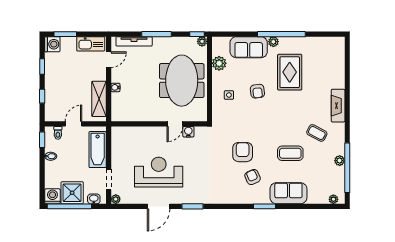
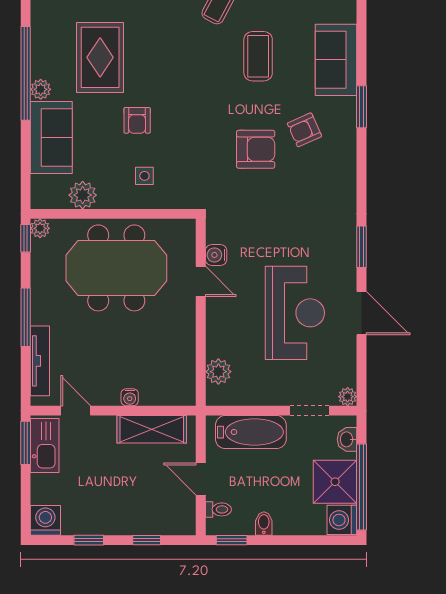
window: (65, 34) -> (26, 443), moved
rug: (290, 72) -> (100, 57), turned 90
armchair: (257, 91) -> (137, 120), turned 97
plant: (129, 133) -> (218, 372), added
armchair: (243, 152) -> (256, 149), turned 180
reception desk: (159, 172) -> (295, 313), turned 180

